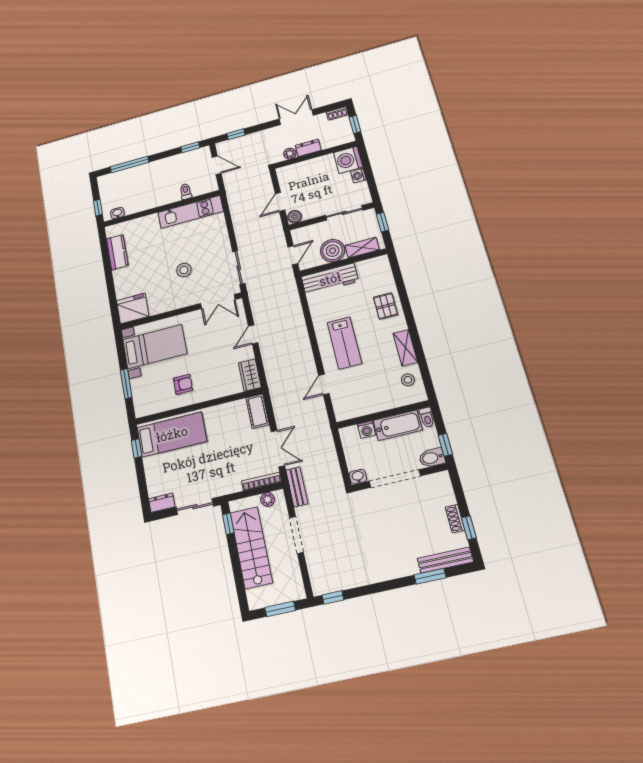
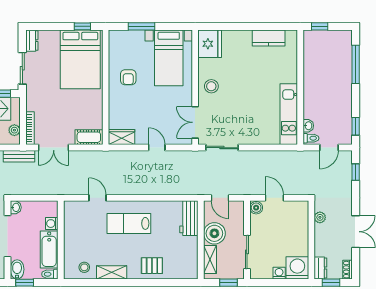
dresser: (308, 148) -> (320, 268), moved
toilet: (186, 191) -> (311, 138), moved
washbasin: (117, 213) -> (308, 126), moved
stool: (184, 270) -> (211, 86), moved
workbench: (330, 279) -> (189, 218), width x0.73
bed: (172, 434) -> (80, 59), width x1.50

